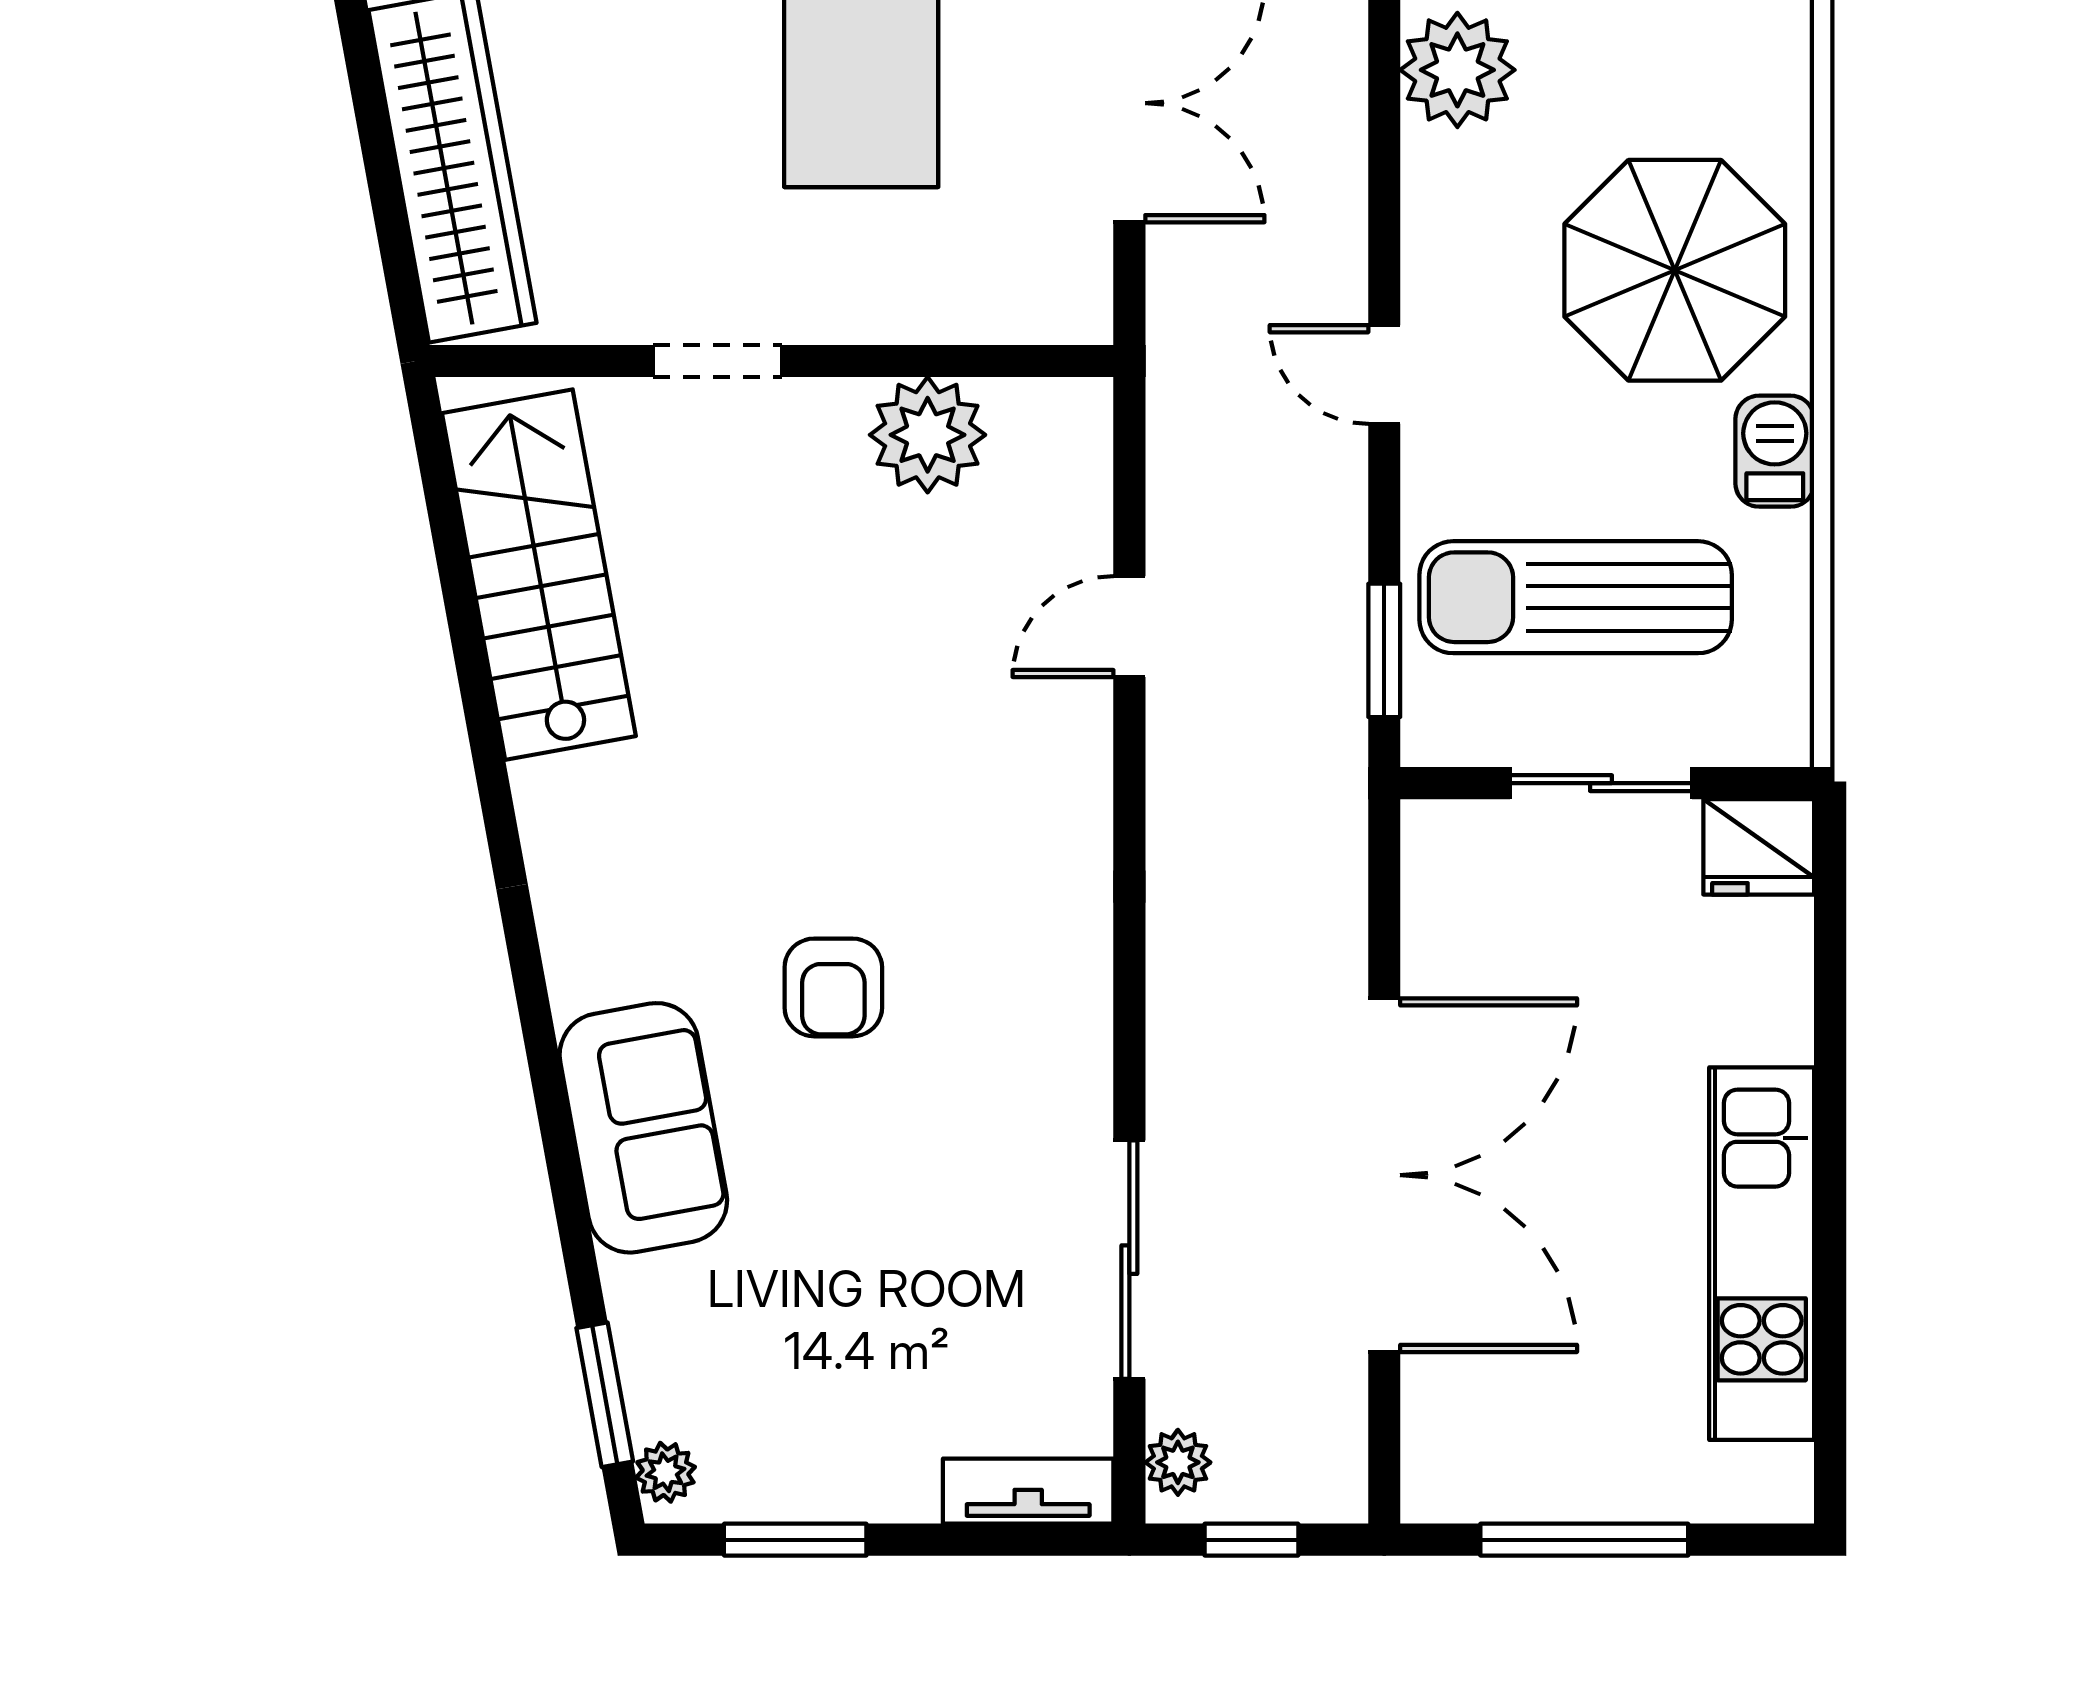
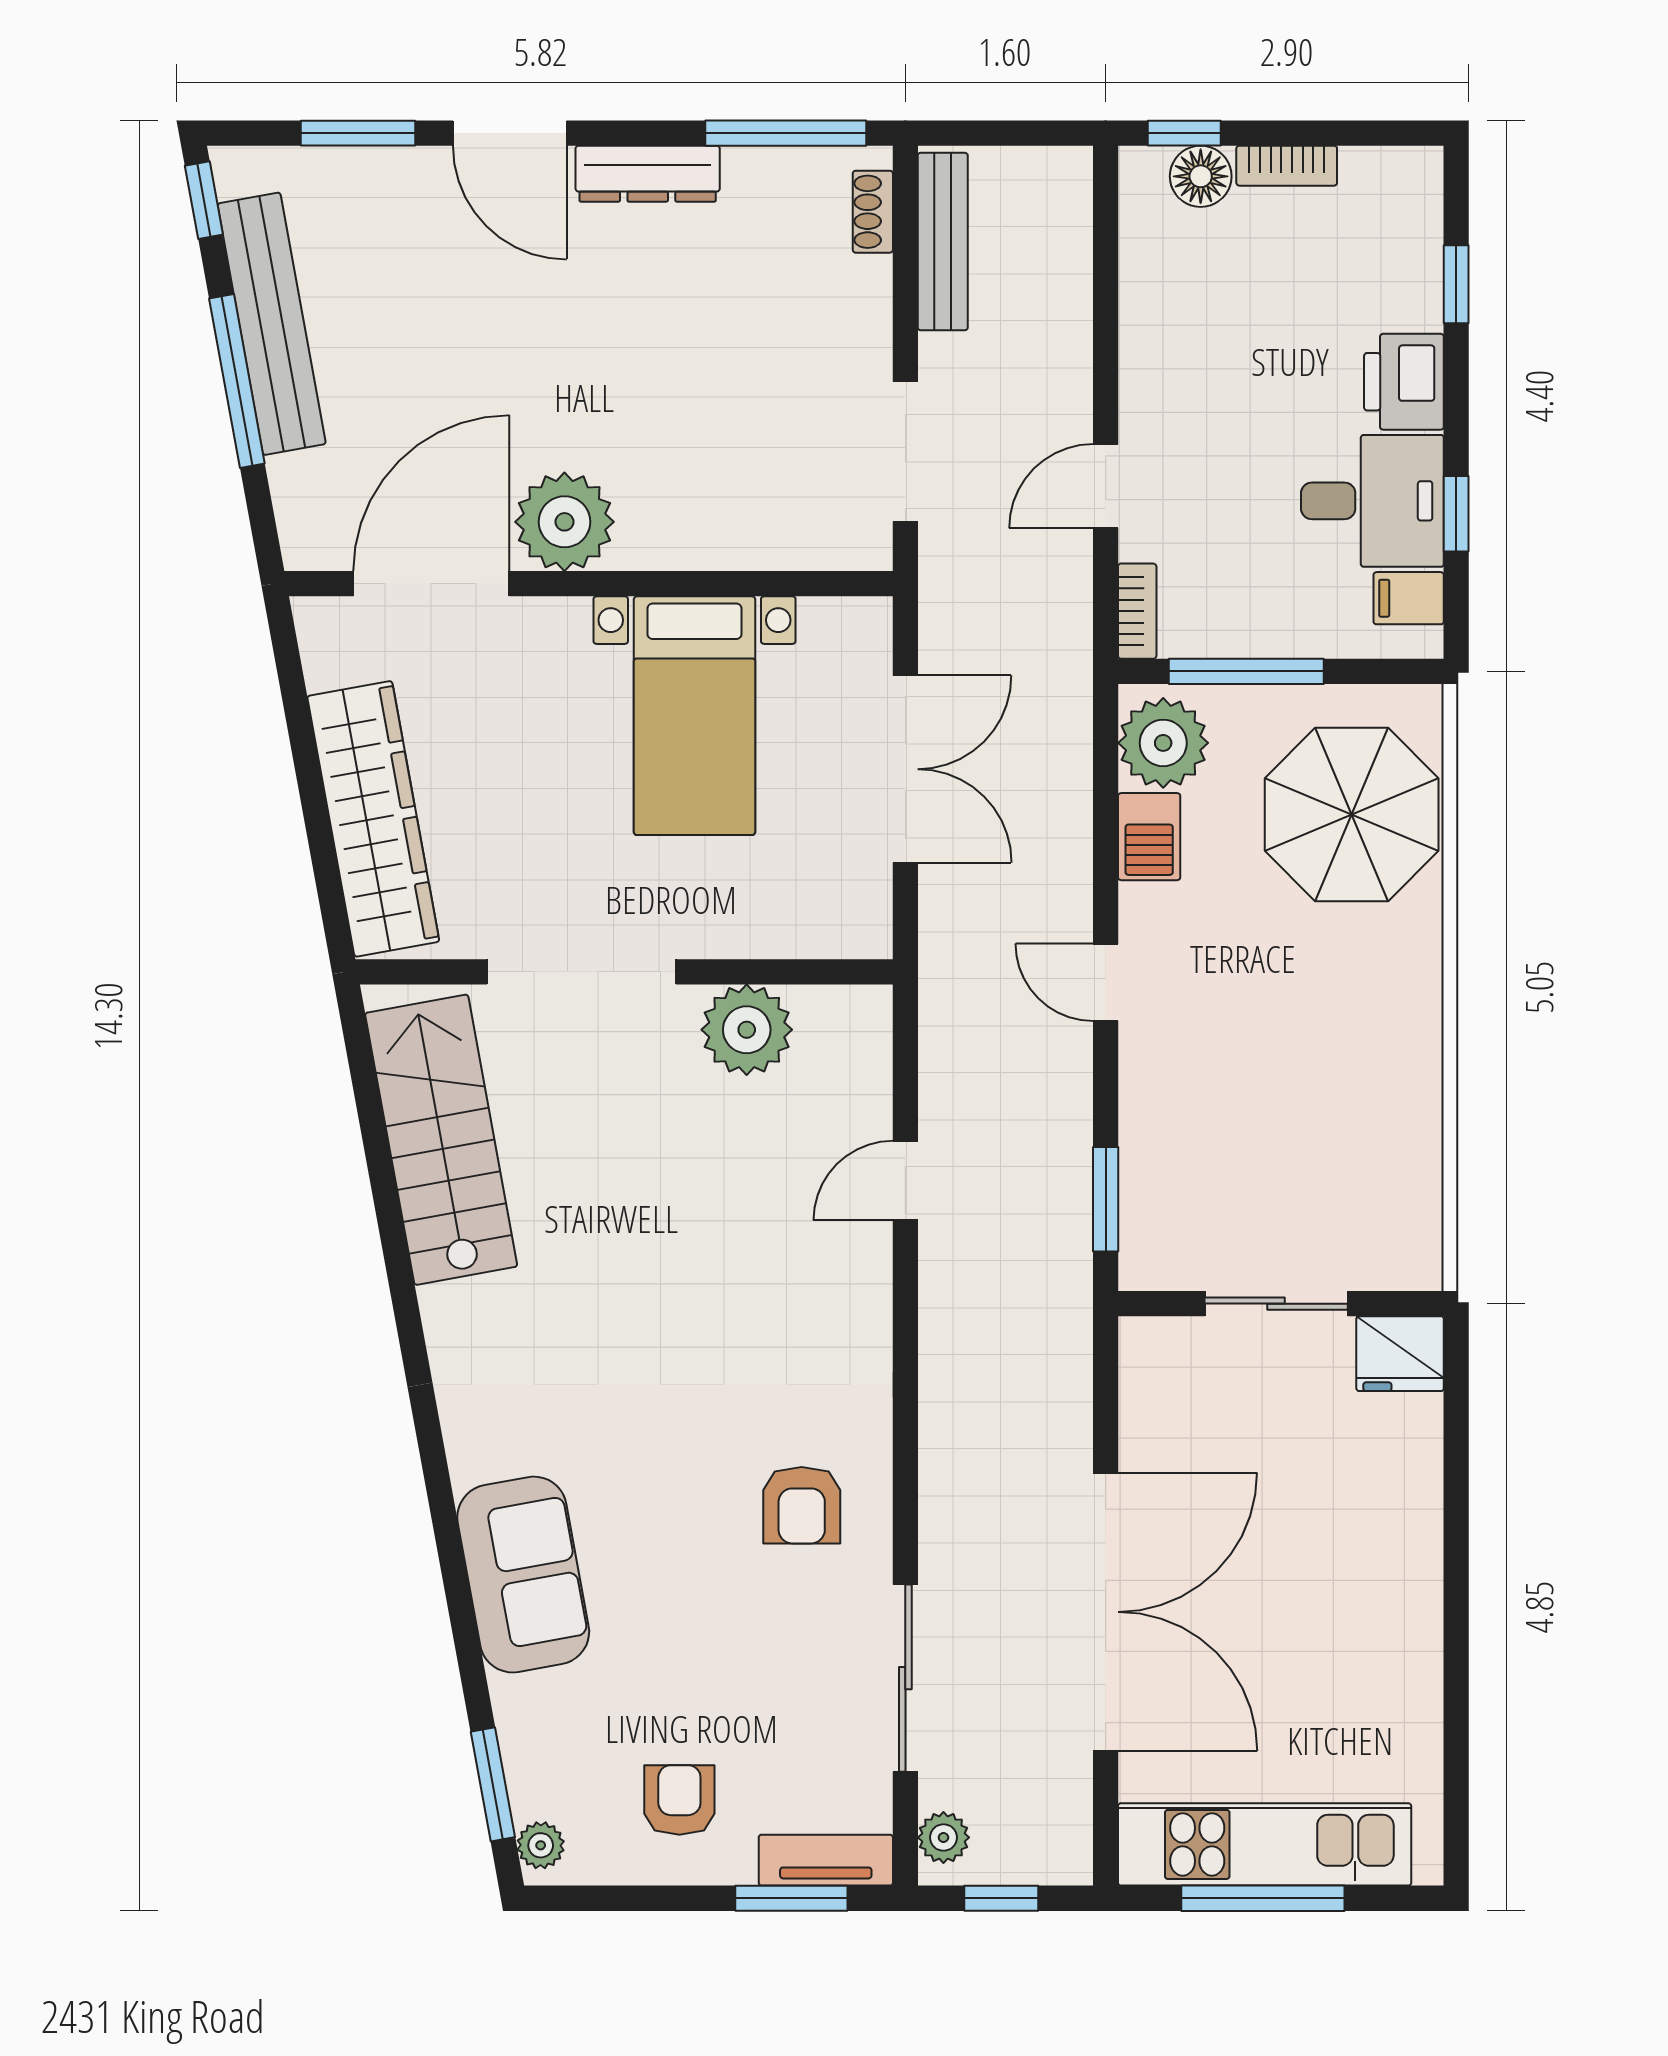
parasol: (1675, 270) -> (1352, 814), moved
doorway: (717, 361) -> (581, 972), width x1.88
barbecue: (1775, 451) -> (1149, 837), moved, turned 180
sun lounger: (1576, 597) -> (1256, 1157), removed
armchair: (833, 987) -> (802, 1505), moved
kitchen unit: (1762, 1254) -> (1265, 1844), moved, turned 90
armchair: (842, 1415) -> (679, 1800), added
window: (795, 1540) -> (791, 1898), moved

